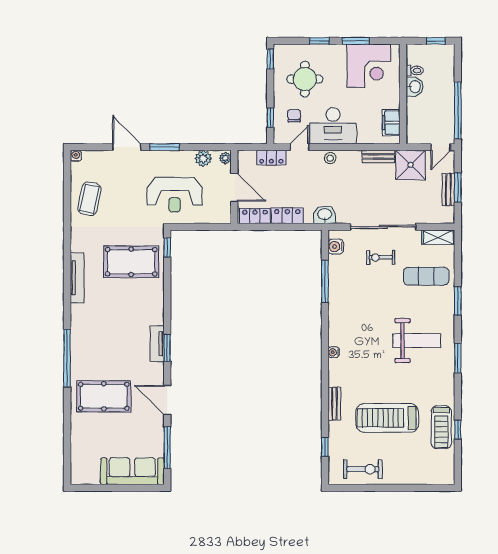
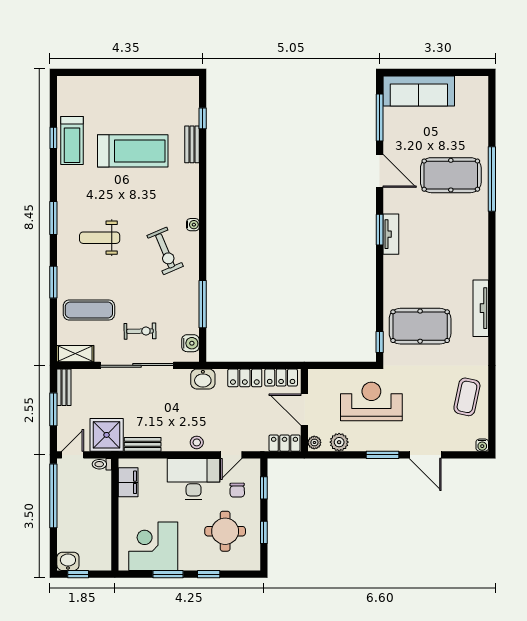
window: (270, 59) -> (264, 532), moved
toilet: (415, 70) -> (102, 464), moved
washbasin: (415, 87) -> (68, 561), moved, turned 90
locker: (271, 158) -> (285, 443), moved
bench: (448, 189) -> (64, 387), moved
weight bench: (417, 341) -> (100, 238), width x0.73, depth x0.75
window: (67, 358) -> (492, 179), moved
bench: (334, 404) -> (192, 144), moved
treadmill: (441, 427) -> (72, 140), turned 180
exercise bike: (363, 469) -> (165, 251), moved, turned -113

